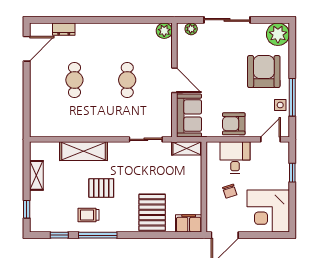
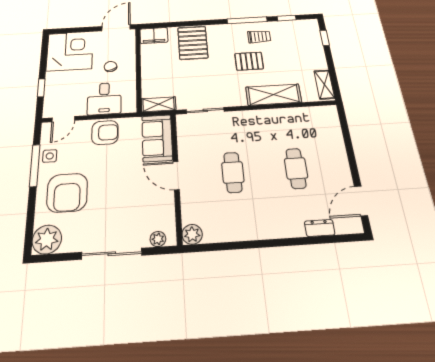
shelving: (36, 175) -> (324, 85), moved

